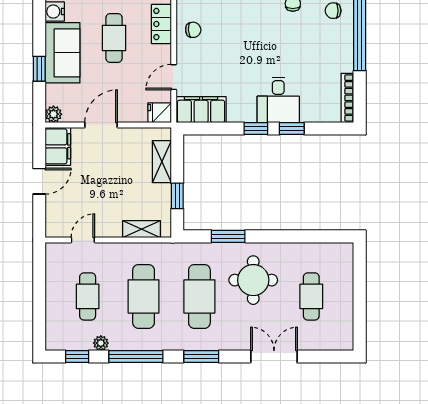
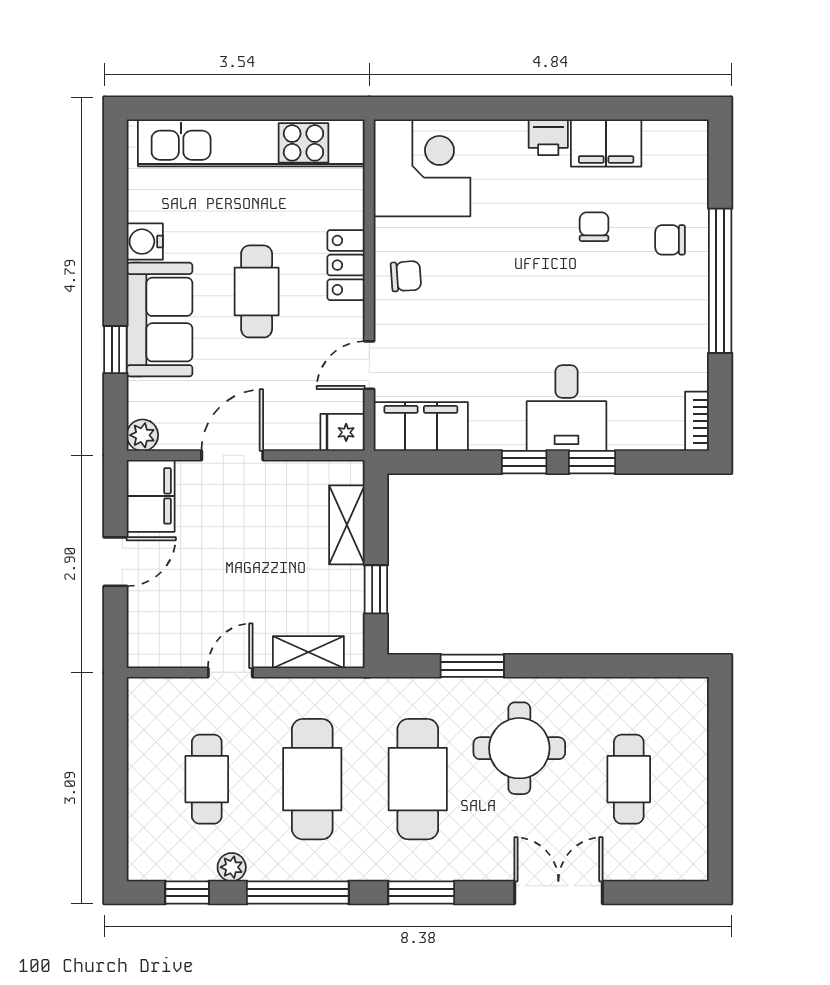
bookcase: (347, 98) -> (697, 421), width x0.64
door: (83, 240) -> (230, 672), moved

